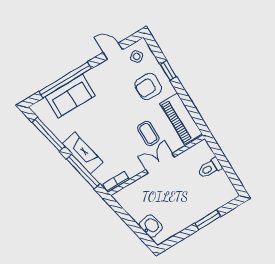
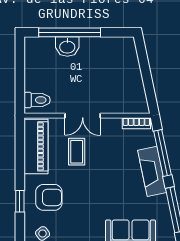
toilet: (210, 168) -> (37, 100), moved
window: (208, 220) -> (70, 32), width x2.11
washbasin: (151, 226) -> (67, 46), moved, turned -78

